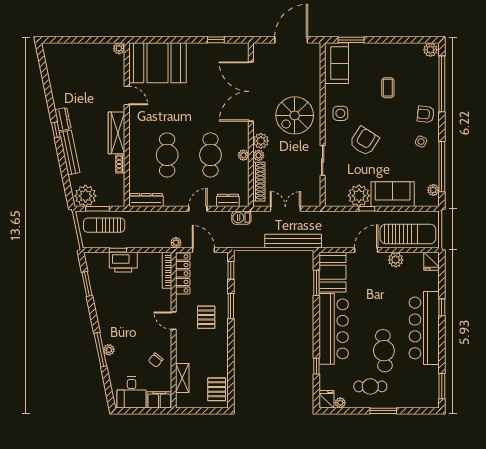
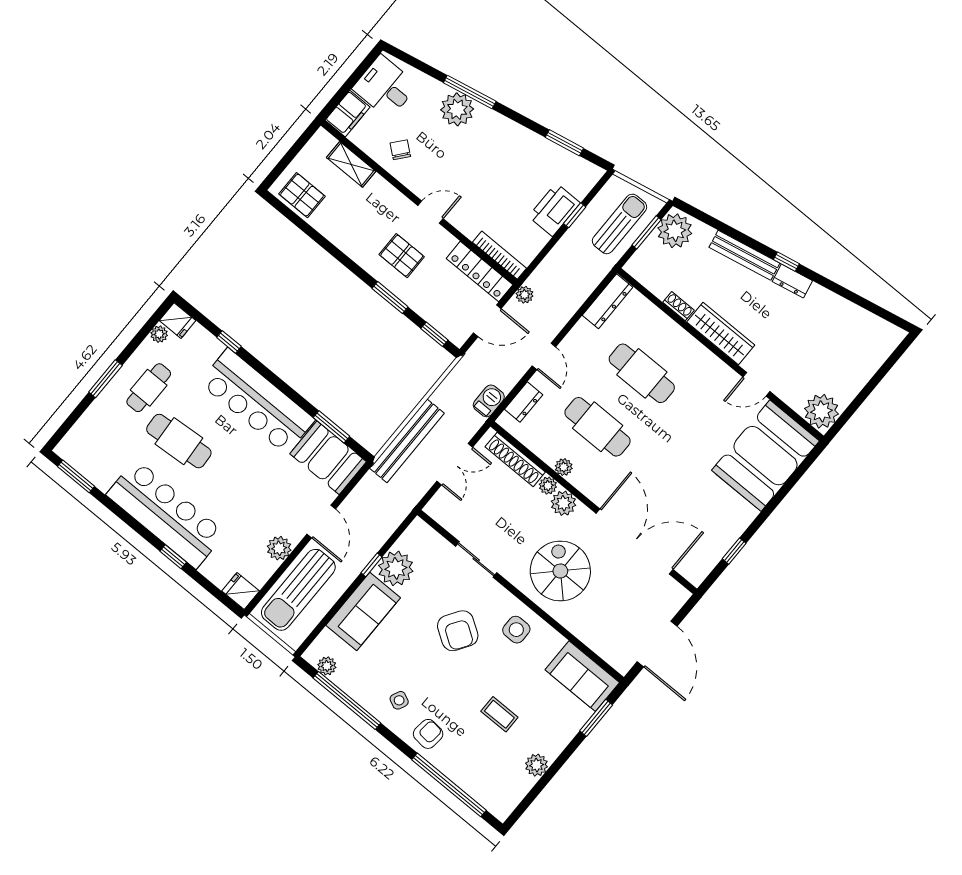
plant: (119, 48) -> (822, 411), width x1.88, depth x1.88
plant: (430, 50) -> (537, 765), moved
plant: (109, 350) -> (457, 109), width x1.88, depth x1.88

